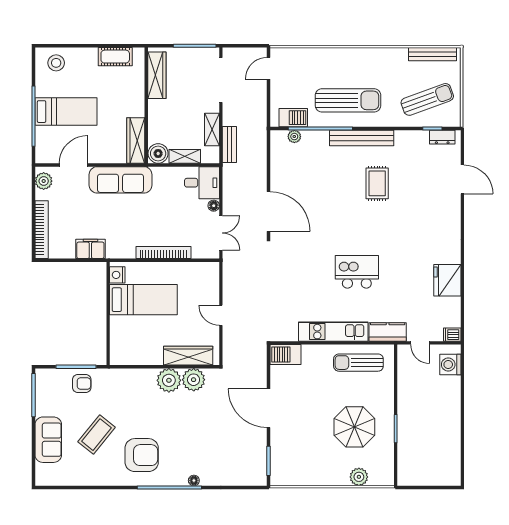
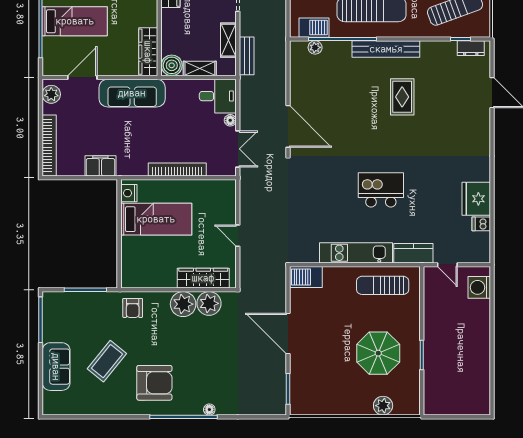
dishwasher: (452, 335) -> (481, 224), moved
armchair: (82, 384) -> (133, 308), moved, turned 90

